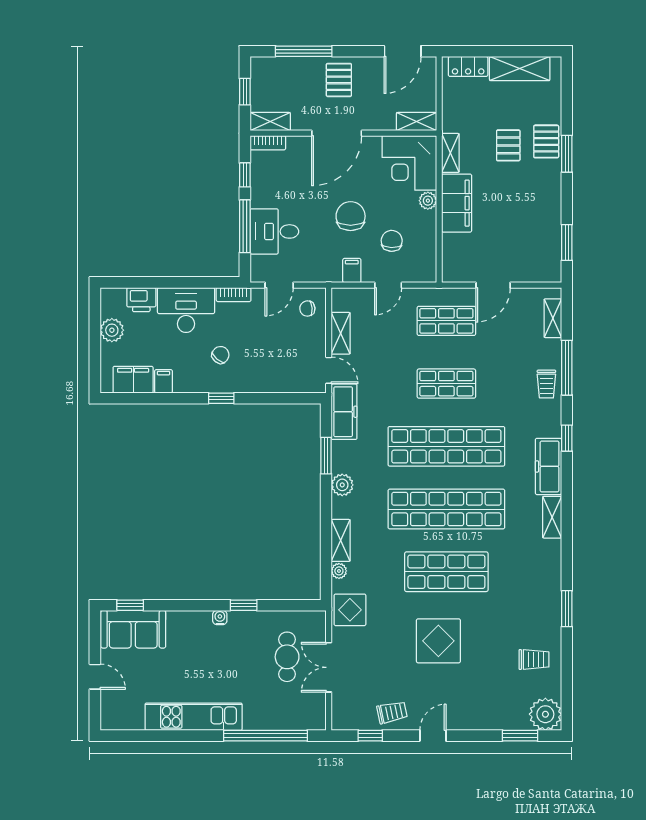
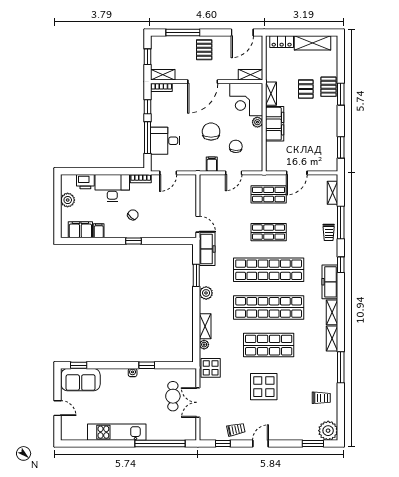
chair: (307, 309) -> (185, 187), removed
shelving: (341, 333) -> (332, 338), moved
window: (567, 609) -> (341, 367), width x1.44

